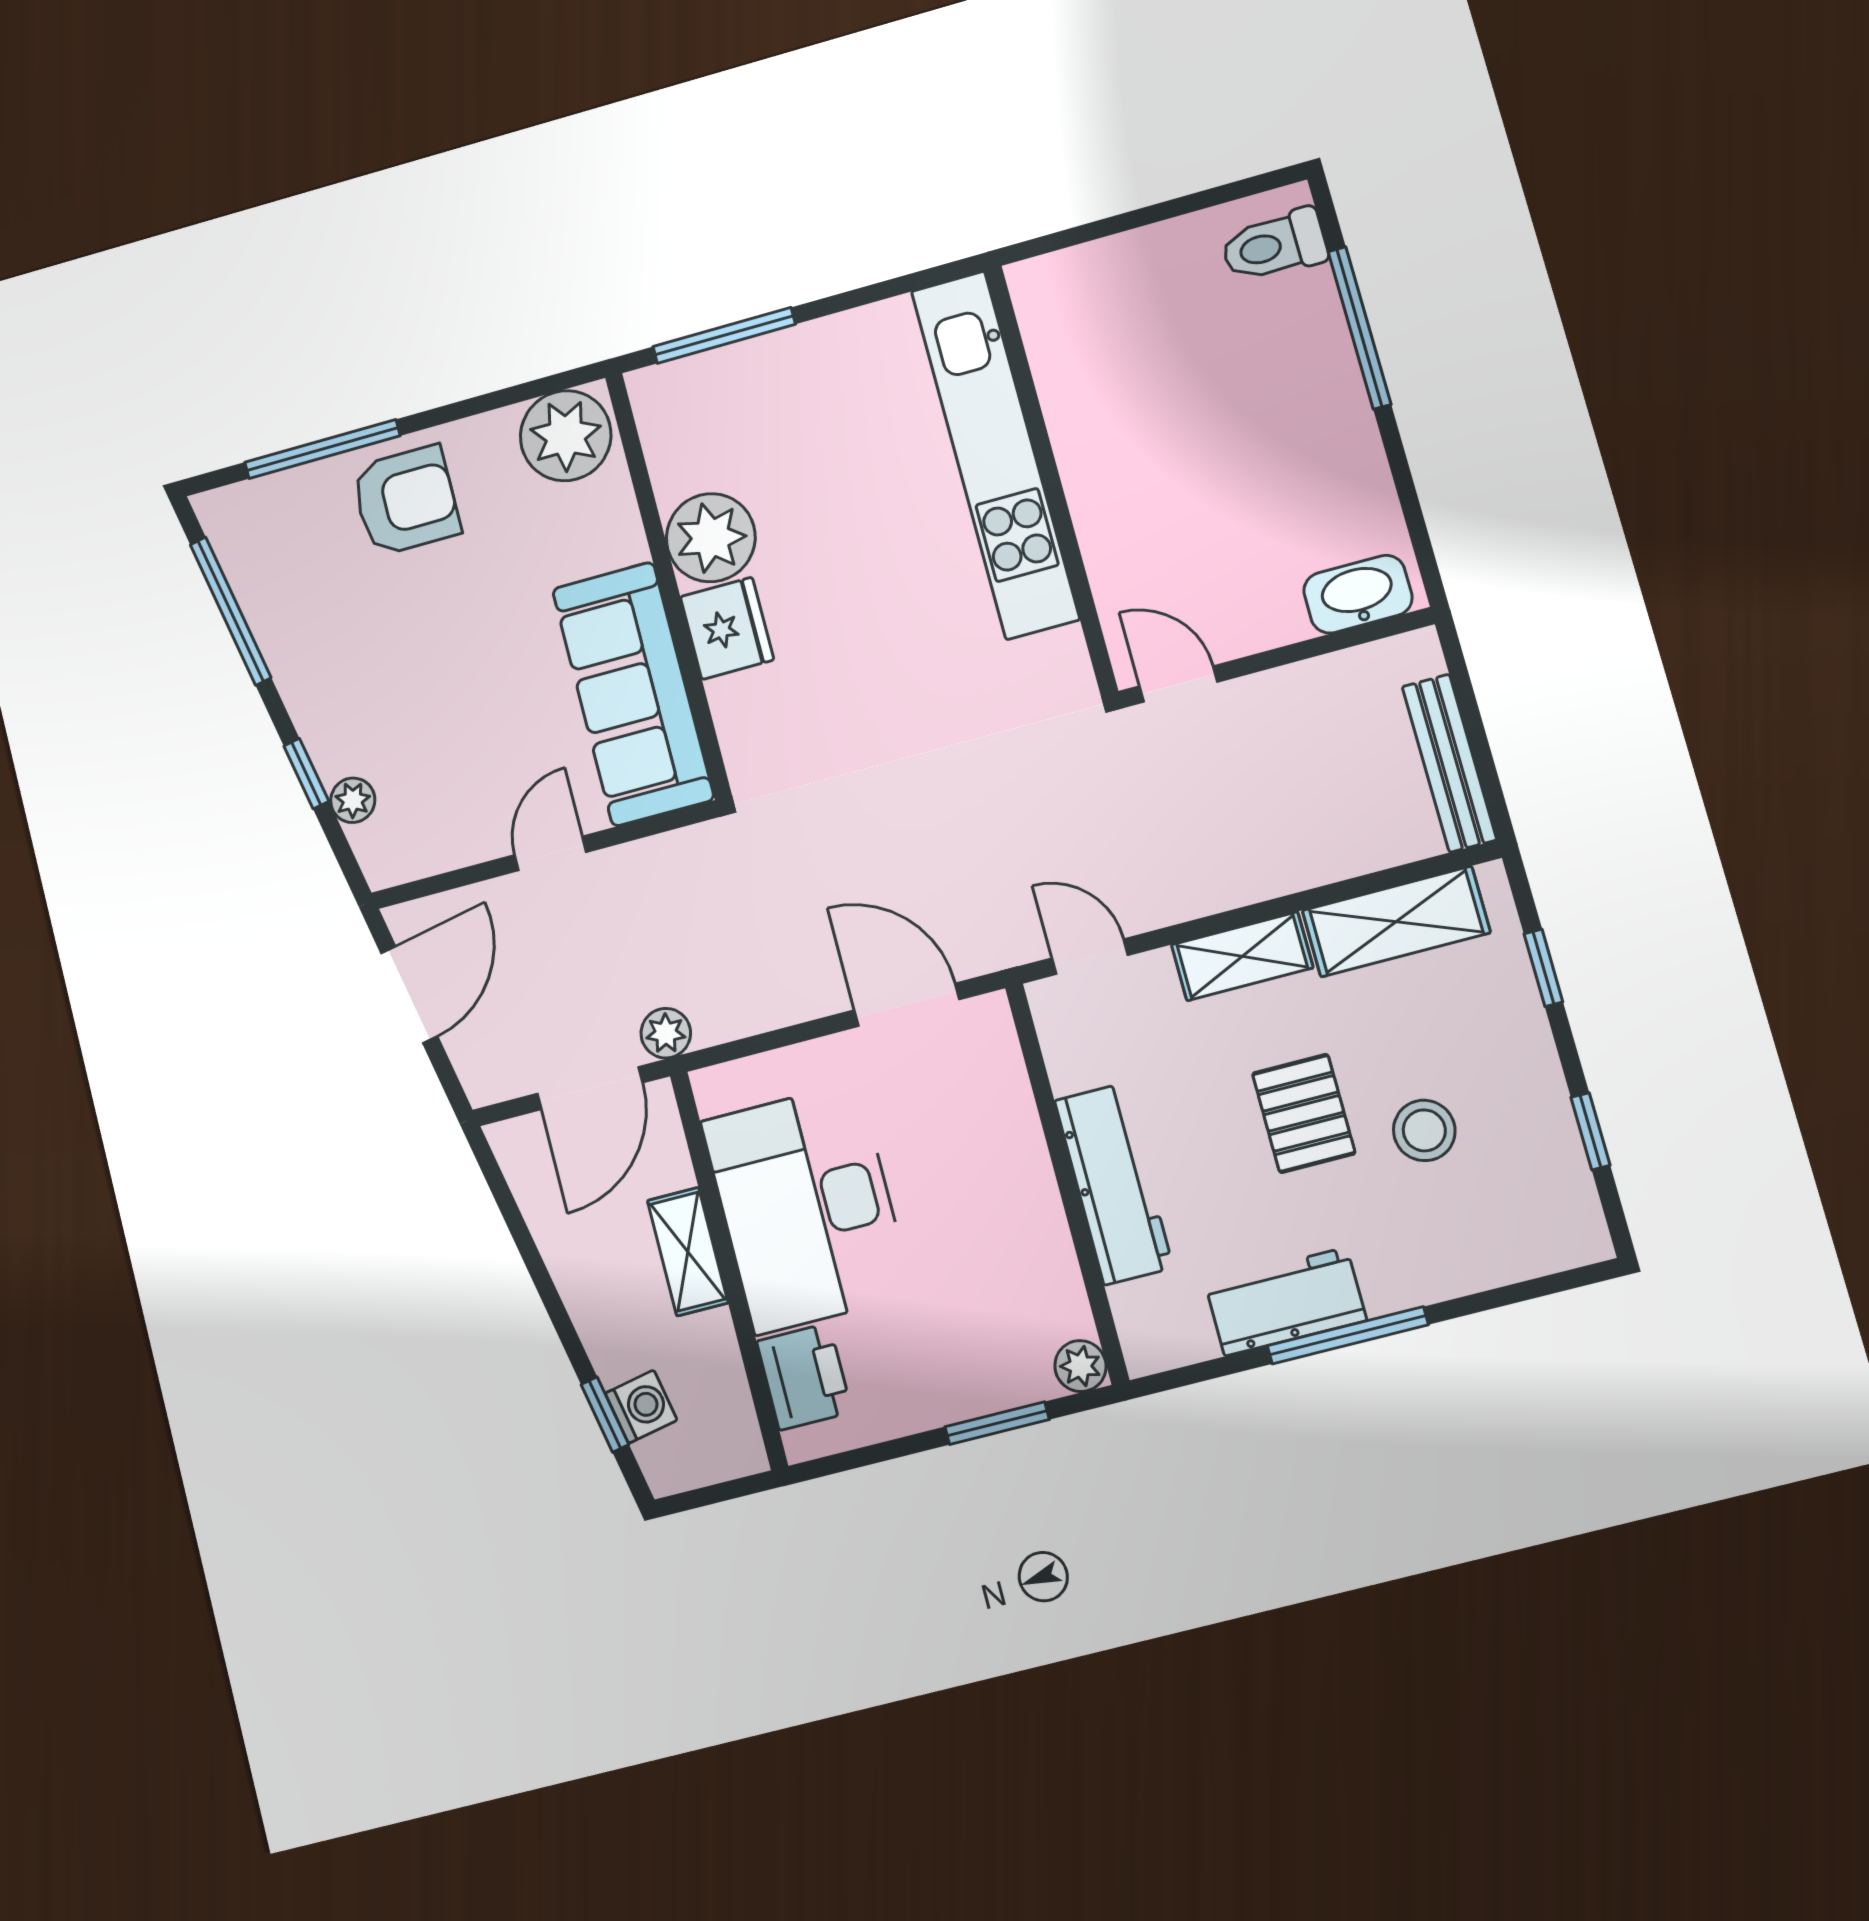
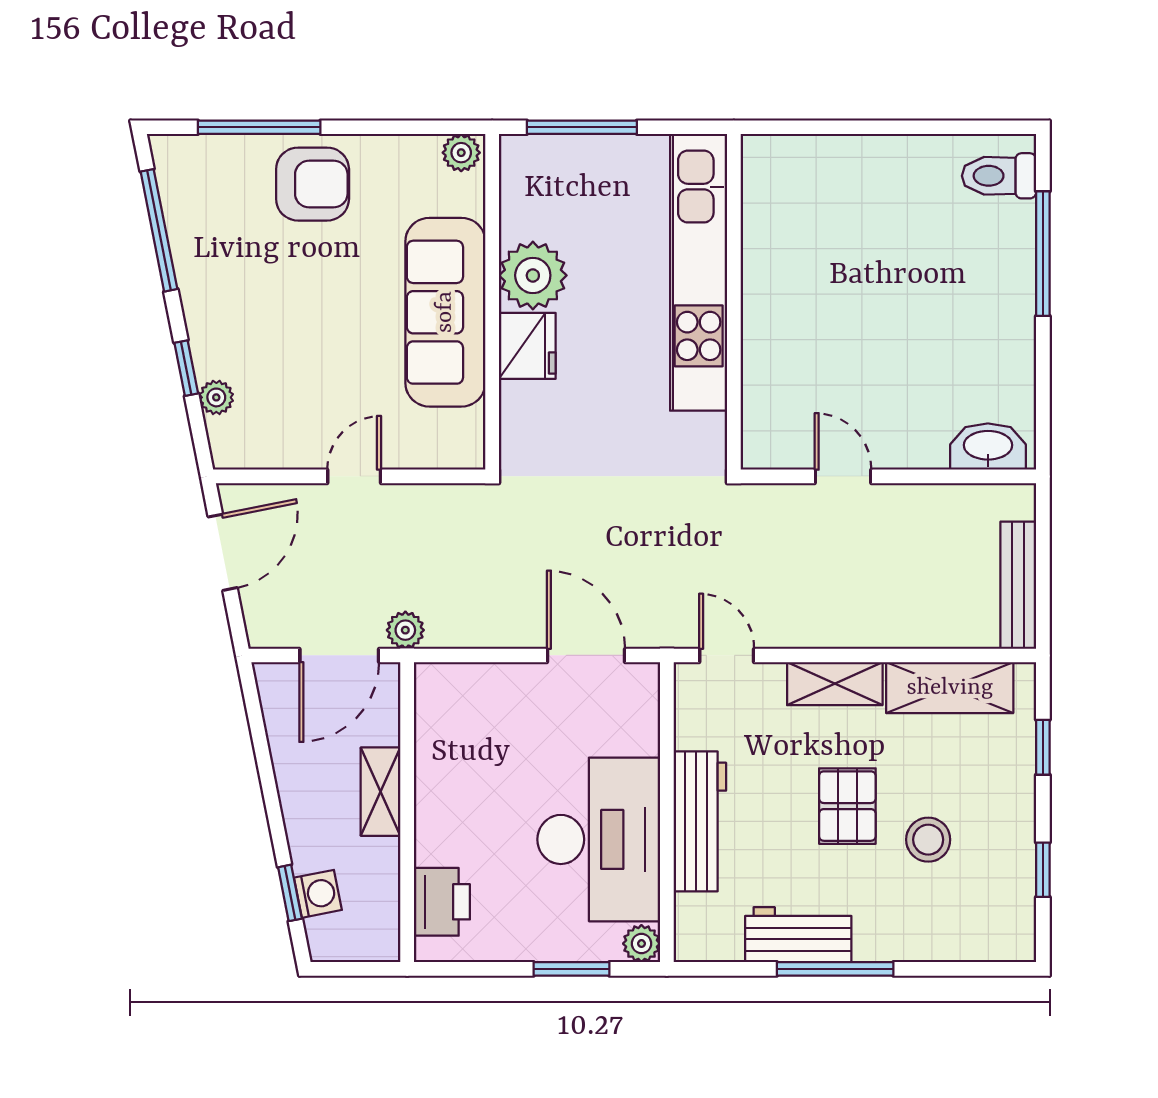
plant: (566, 436) -> (461, 153), width x0.53, depth x0.53
kitchen unit: (995, 454) -> (699, 272), moved
wall: (1051, 479) -> (734, 302), moved
sofa: (633, 694) -> (445, 312), moved
desk: (807, 1208) -> (599, 839), moved, turned 180

